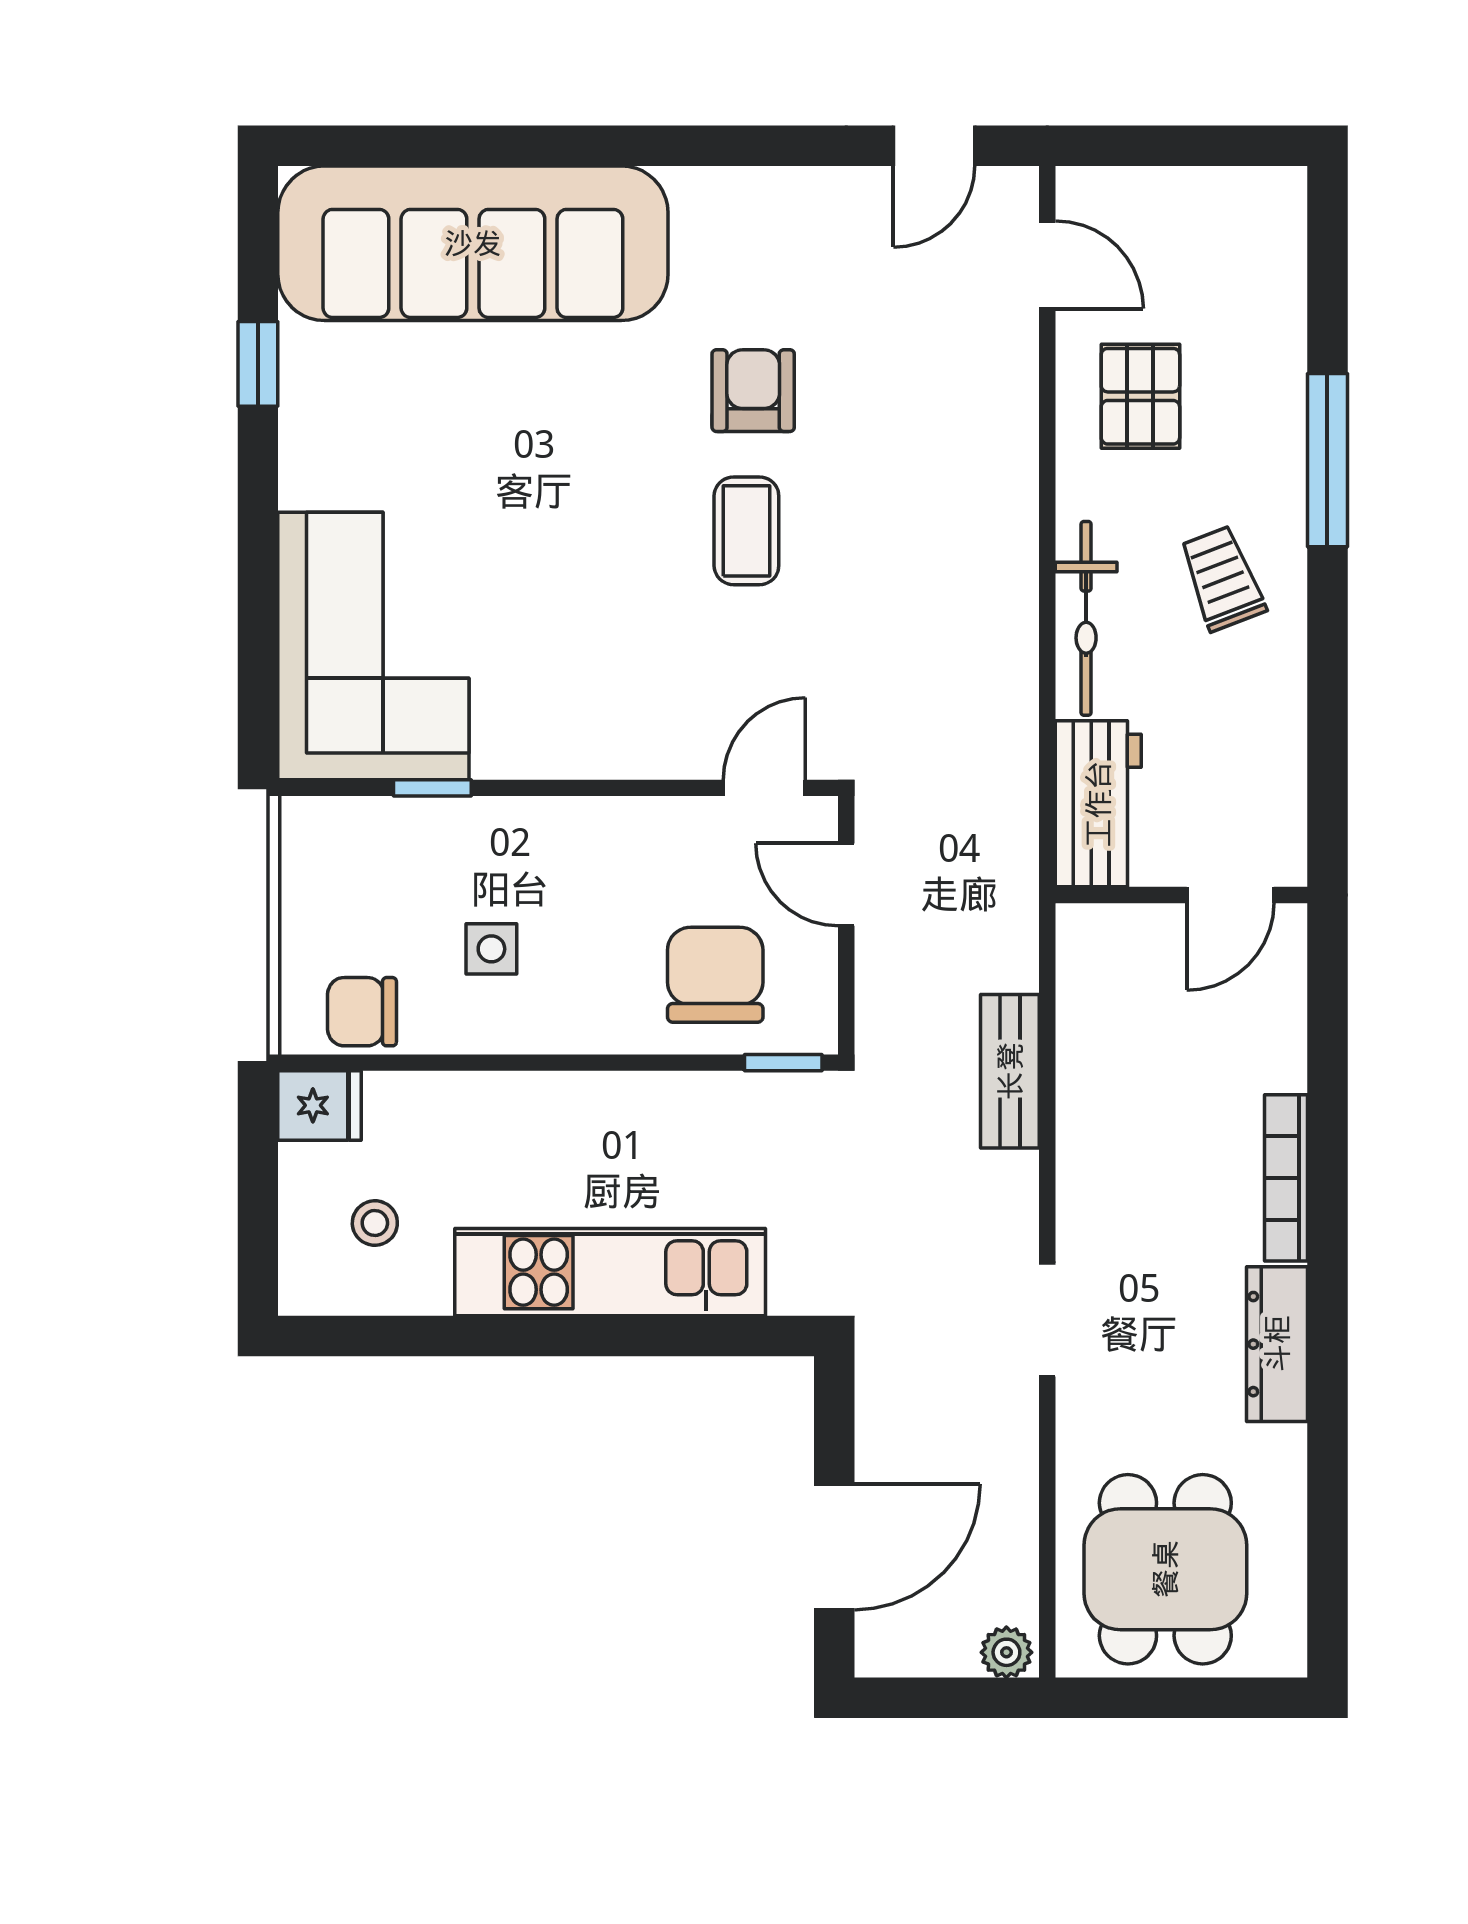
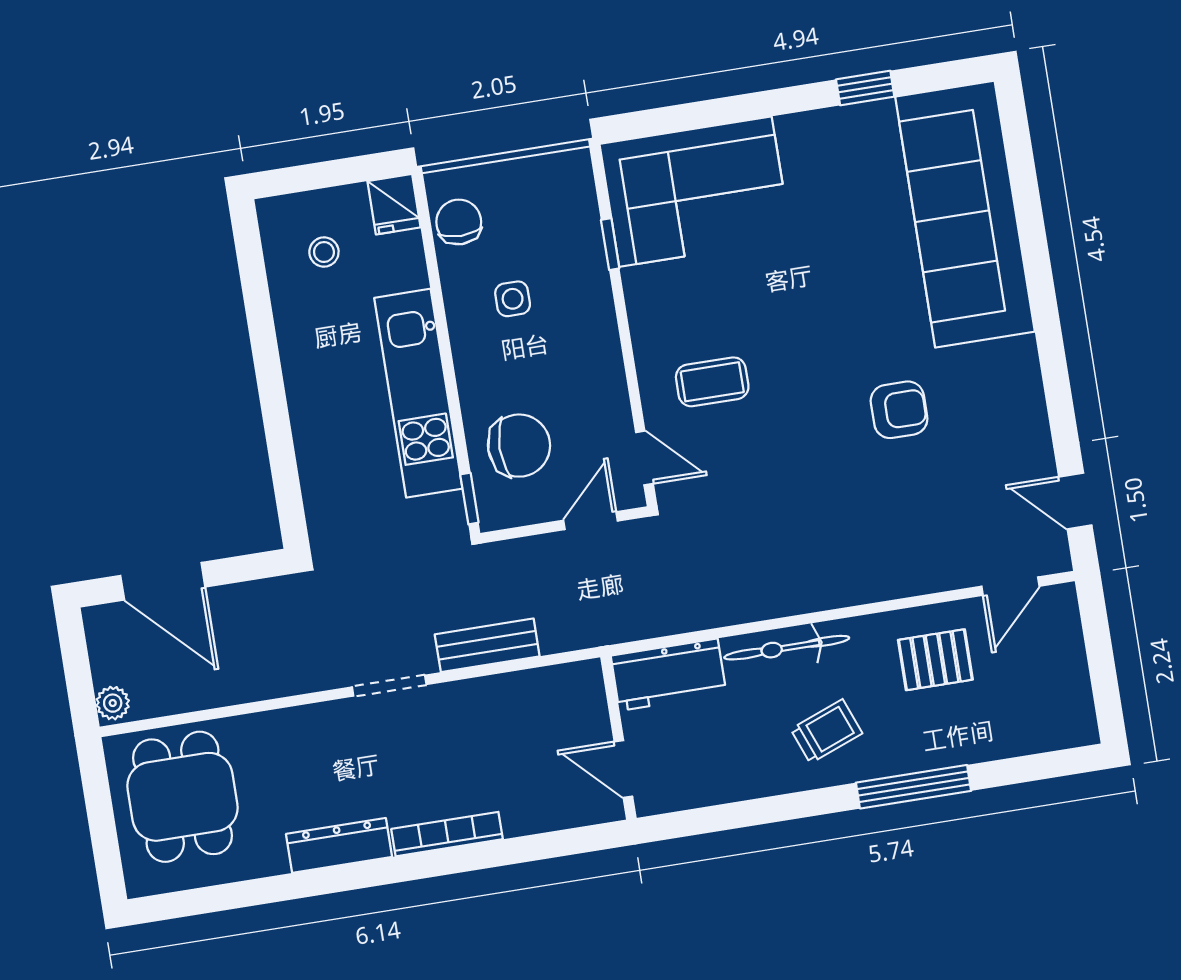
coffee table: (746, 531) -> (712, 382), moved
kitchen unit: (610, 1272) -> (418, 393), moved, turned 180
doorway: (1047, 1320) -> (389, 686), moved
dining table: (1165, 1569) -> (183, 797), turned 90

